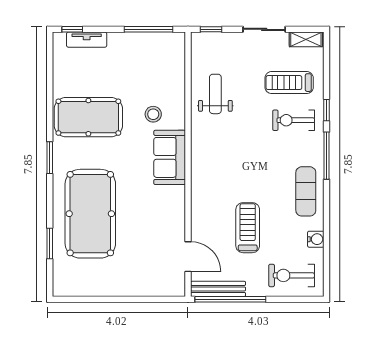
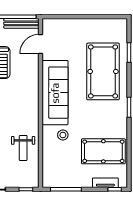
pool table: (88, 117) -> (103, 151), moved
sofa: (170, 157) -> (55, 93), width x1.85, depth x1.27
door: (188, 257) -> (41, 44), hinge flipped

